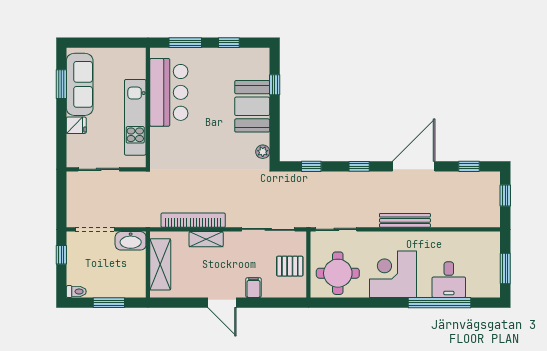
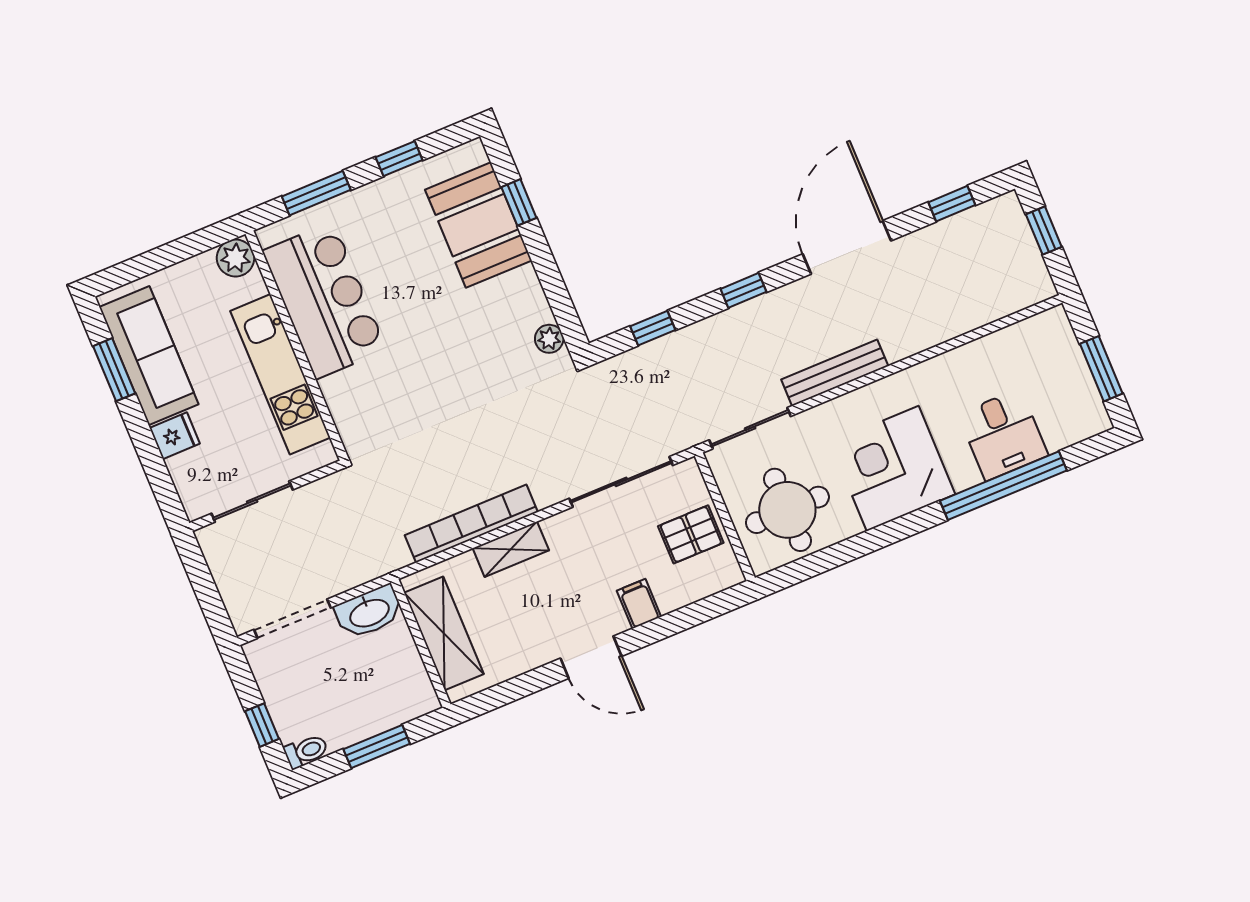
plant: (137, 57) -> (236, 258), added
booth: (252, 106) -> (478, 225), moved
bench: (405, 220) -> (835, 373), moved
window: (61, 255) -> (262, 725), moved

